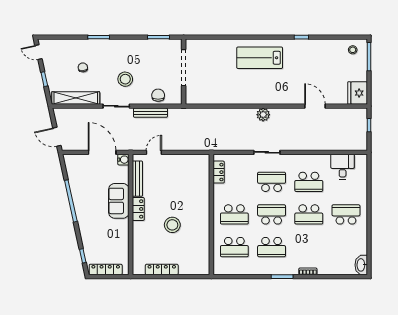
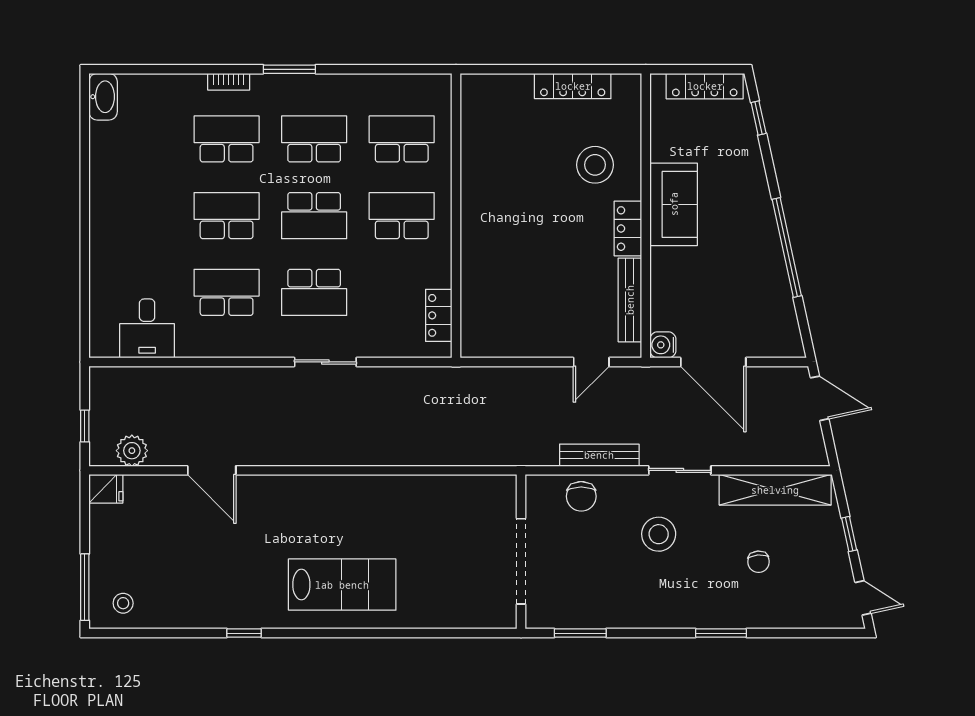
fridge: (358, 93) -> (106, 489), width x0.53, depth x0.75
plant: (263, 115) -> (132, 451), moved
sofa: (119, 201) -> (674, 204), moved
school desk: (346, 214) -> (227, 139), moved, turned 180
stool: (172, 225) -> (595, 165), moved

